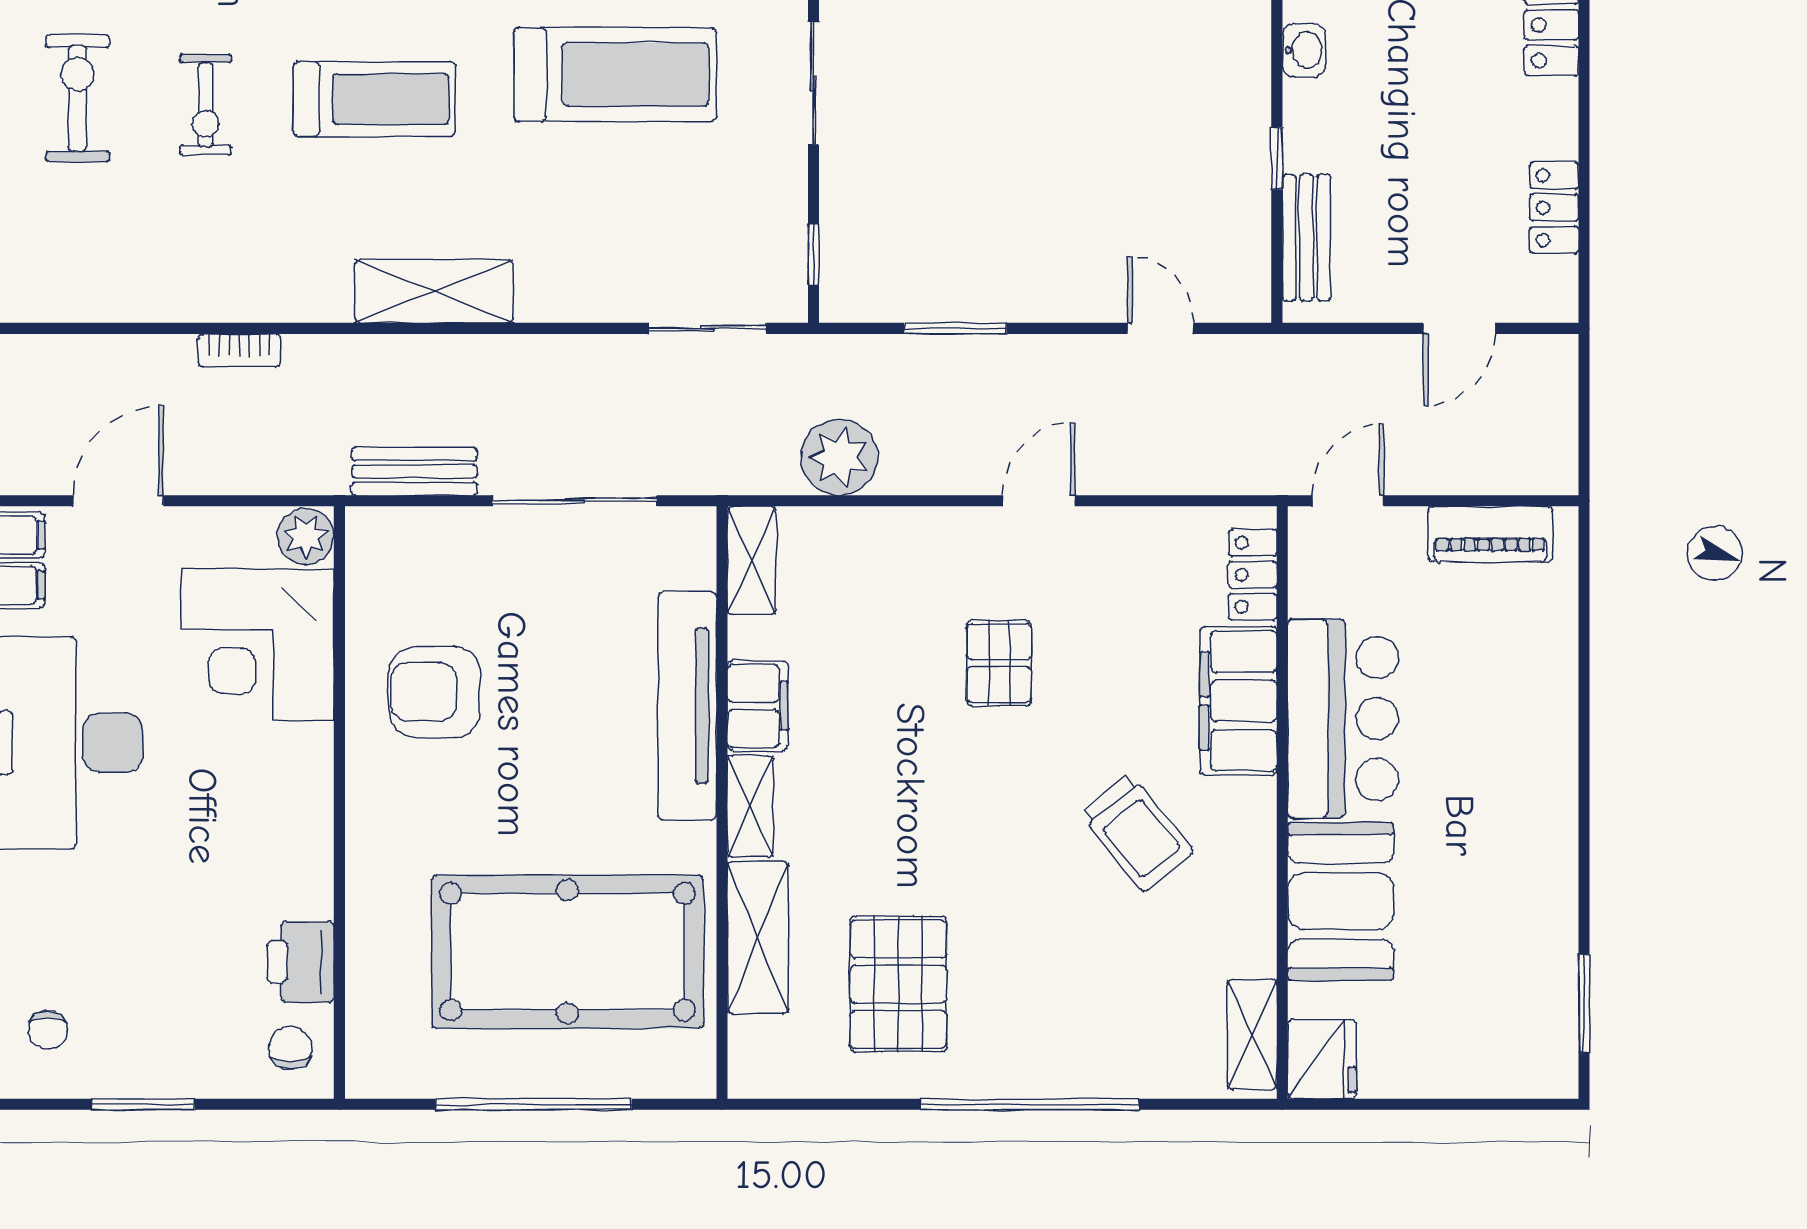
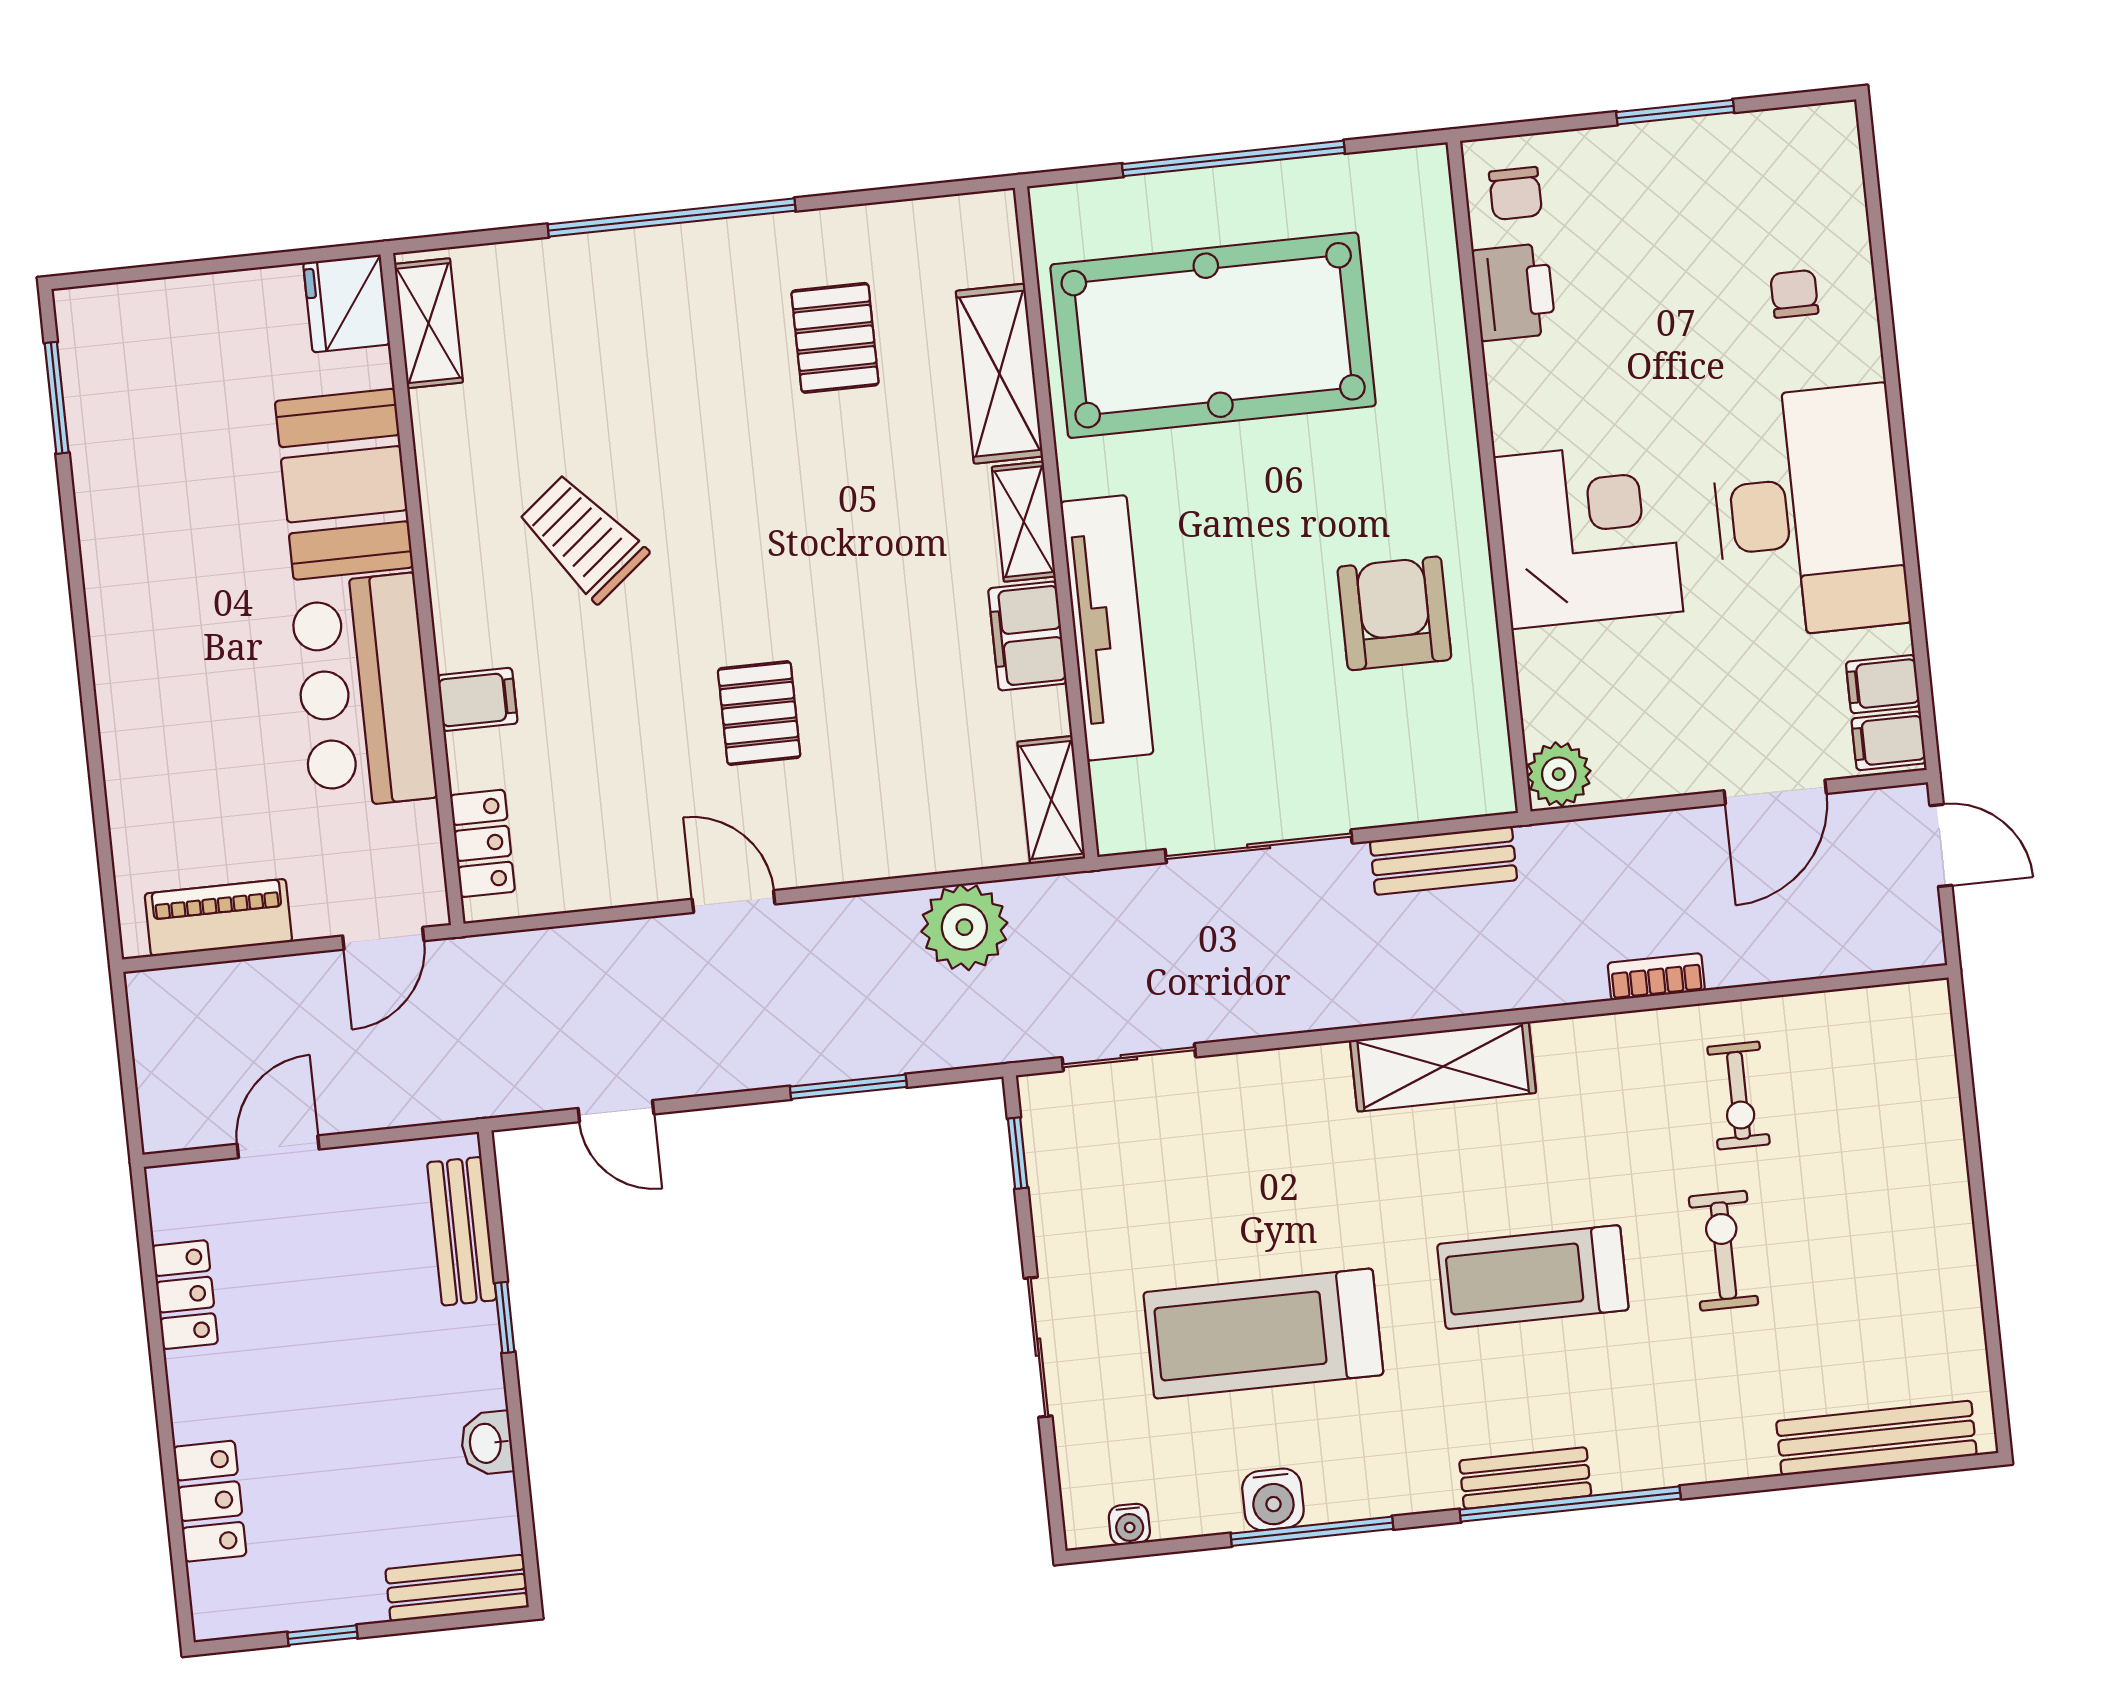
exercise bike: (78, 98) -> (1739, 1095), moved, width x0.73, depth x0.72
door: (1039, 501) -> (734, 902), swing flipped
corner desk: (258, 645) -> (1588, 534), moved
armchair: (435, 692) -> (1394, 613), turned -90
filing cabinet: (1238, 701) -> (477, 699), width x0.33, depth x0.86
pallet: (898, 984) -> (835, 338), width x0.67, depth x0.71
chair: (48, 1030) -> (1794, 294), moved

